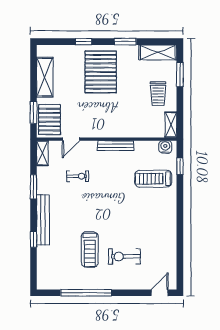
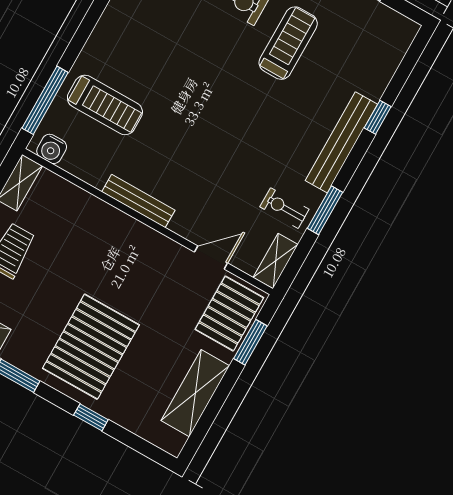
window: (180, 166) -> (45, 100), width x2.17
exercise bike: (78, 176) -> (284, 208), moved

